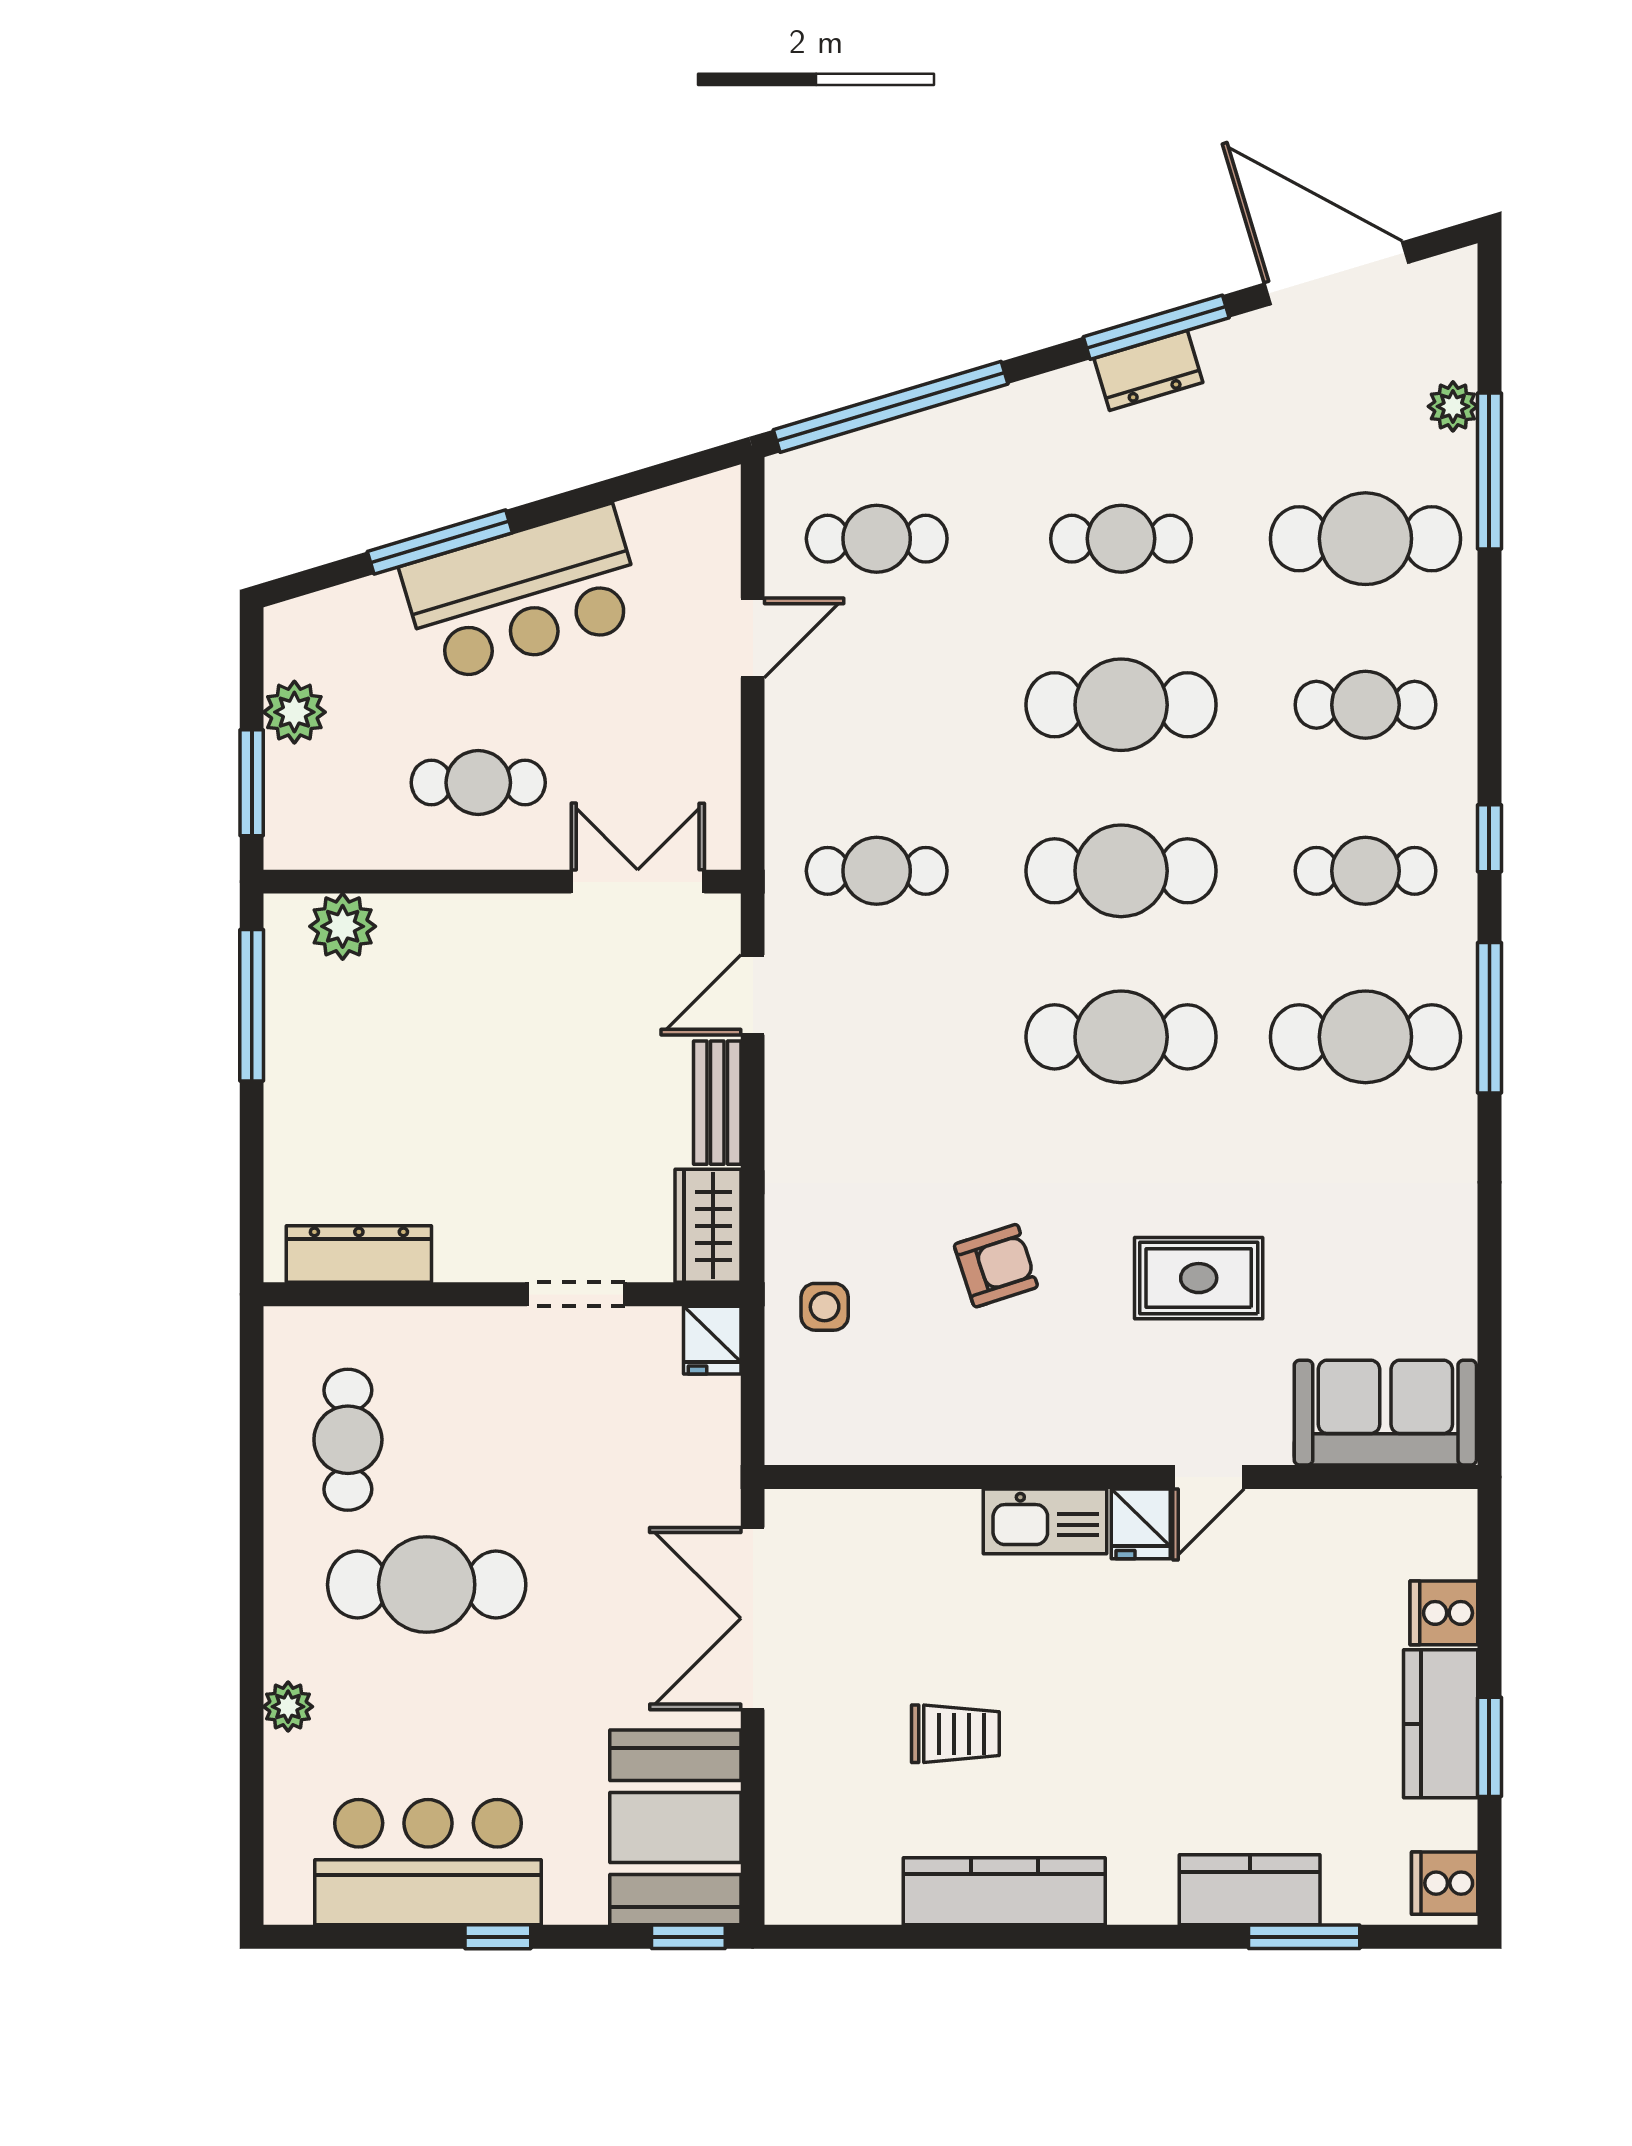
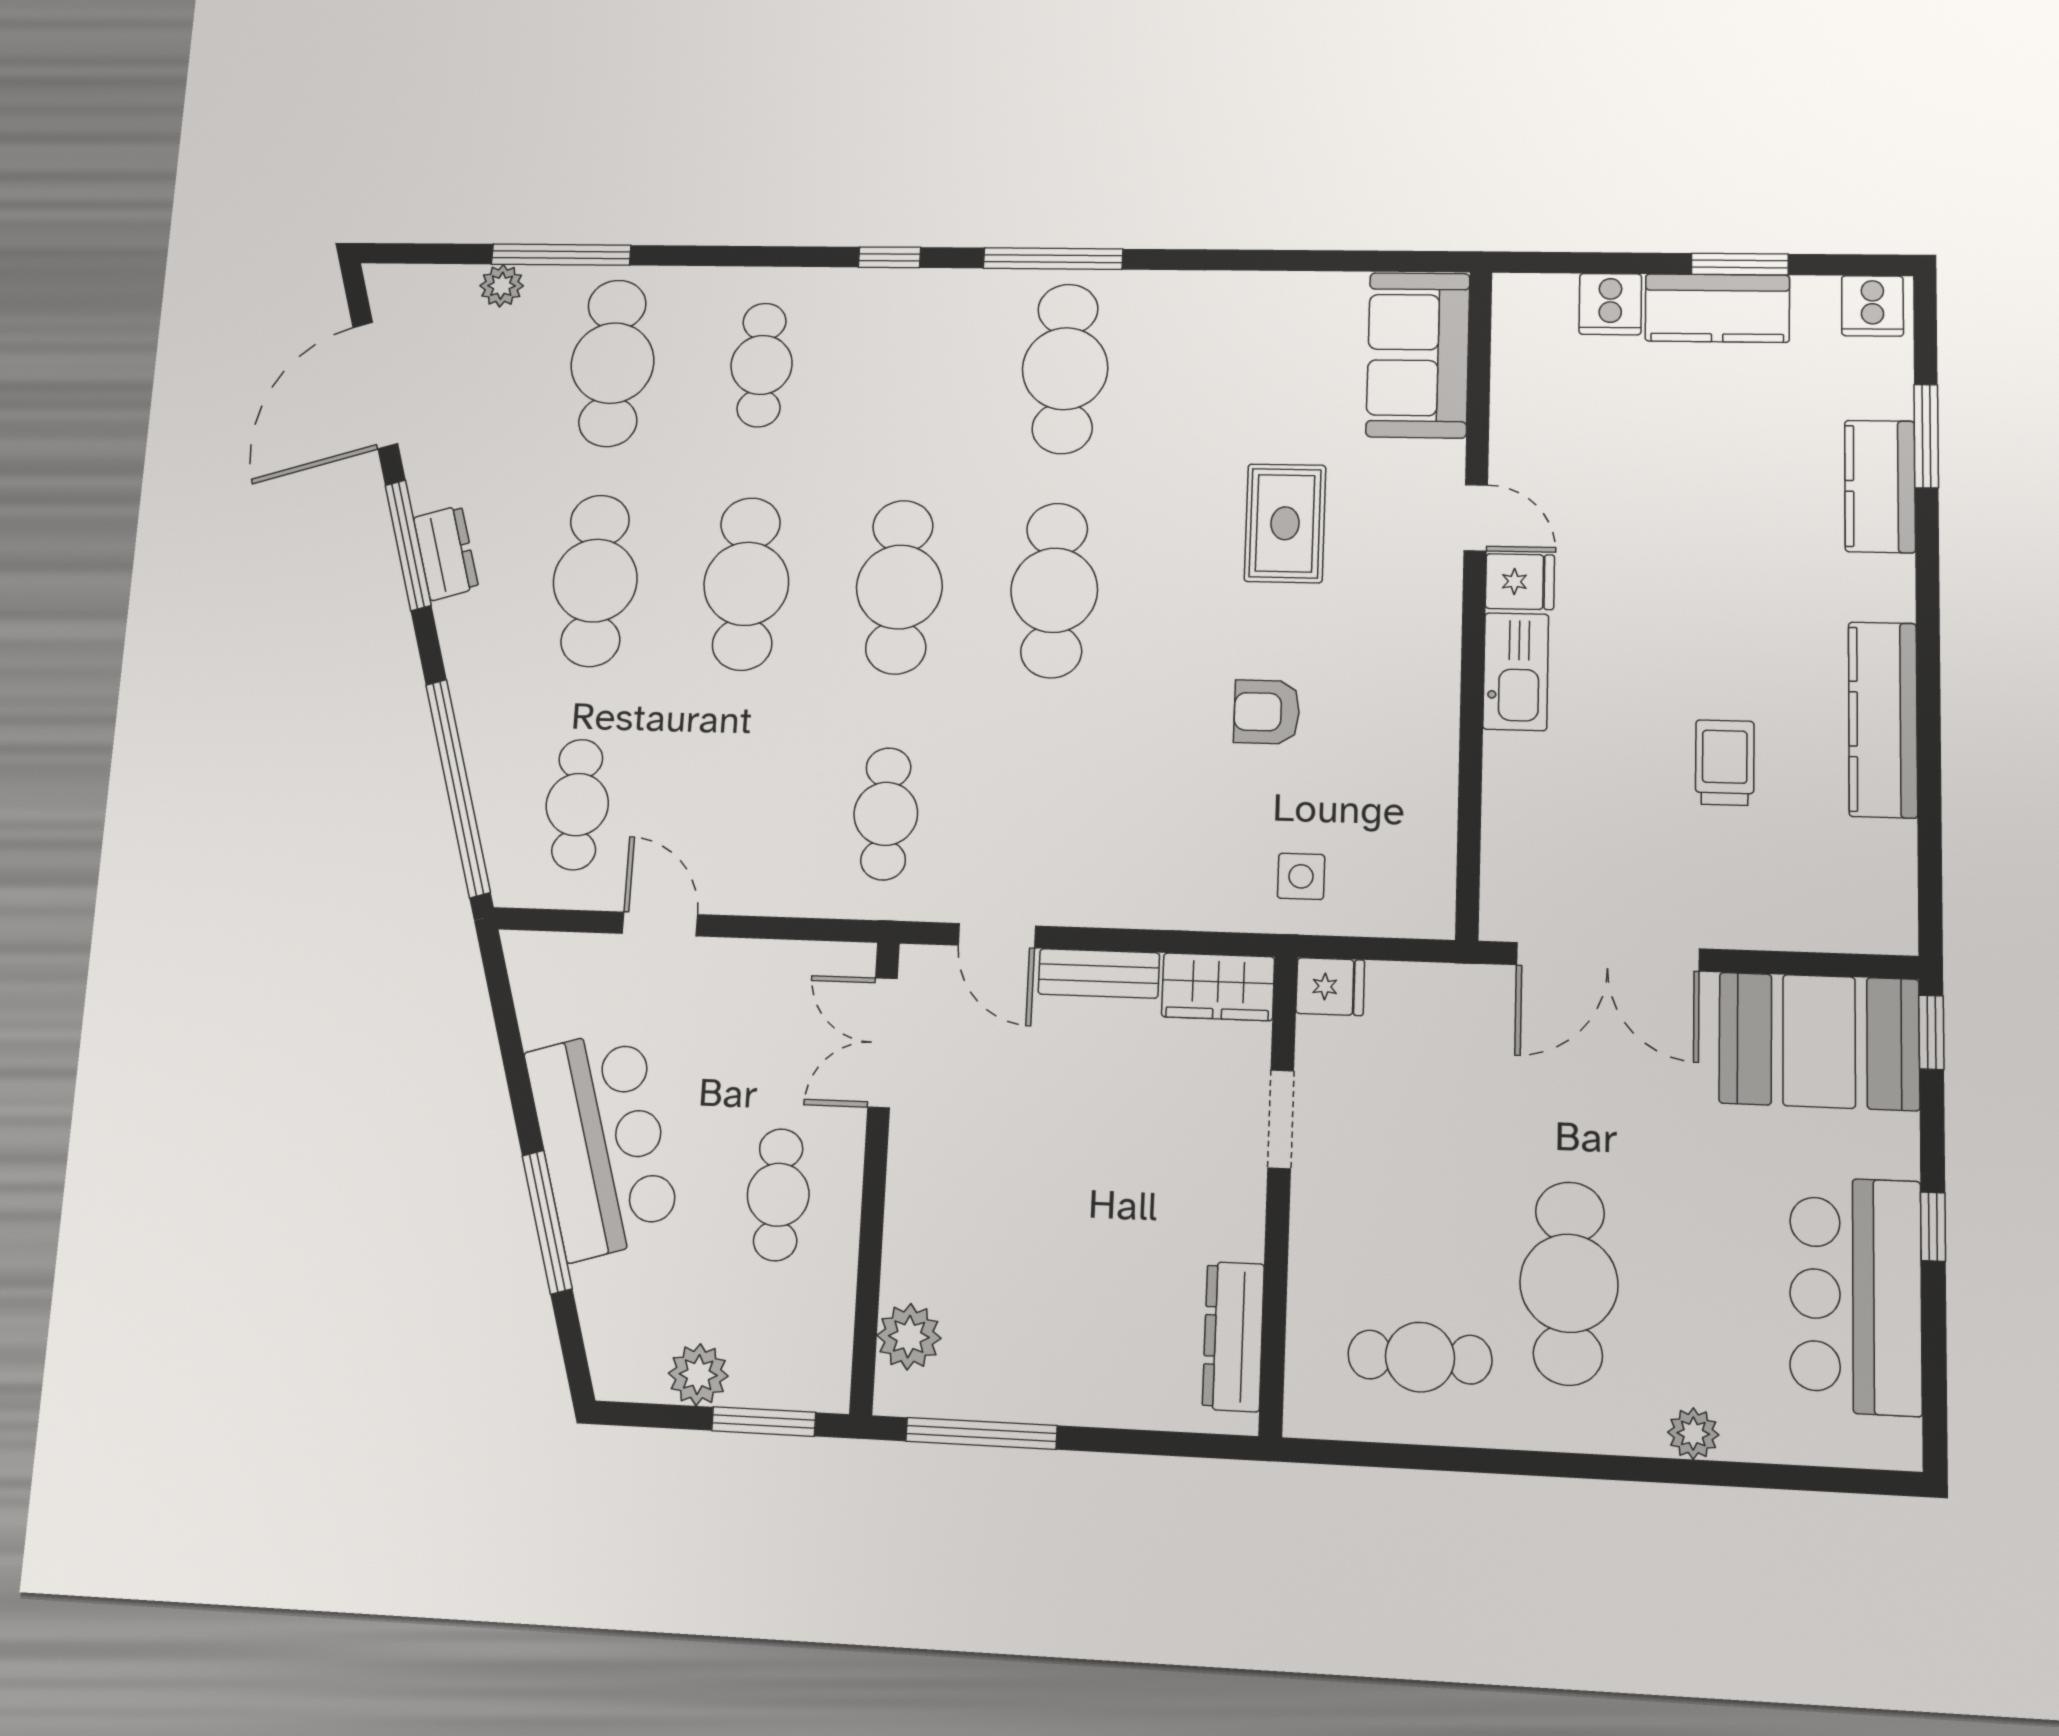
cafe table: (1121, 539) -> (595, 581), width x1.37, depth x1.35
cafe table: (1365, 871) -> (912, 367), removed
armchair: (996, 1266) -> (1267, 712), turned -72

